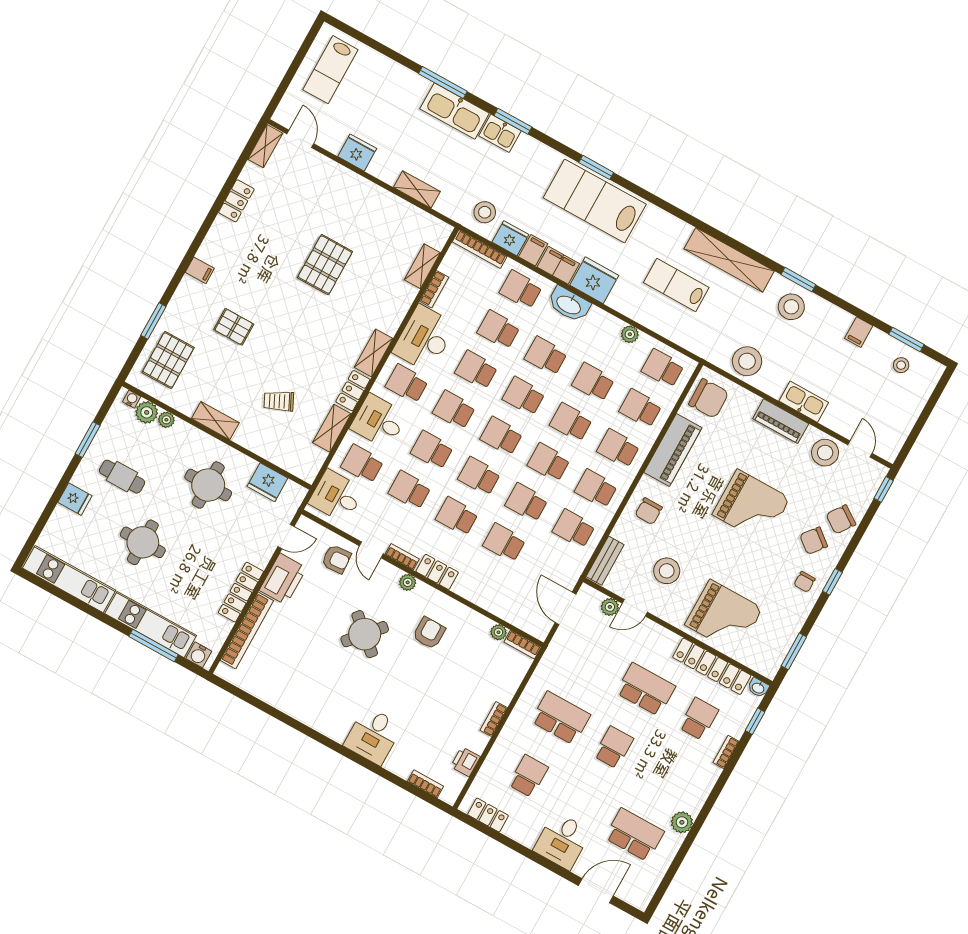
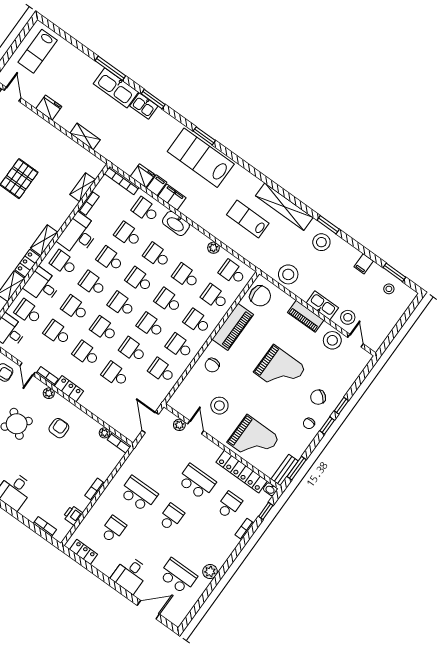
stool: (485, 212) -> (348, 317), moved
fridge: (594, 280) -> (194, 210), removed
window: (884, 490) -> (341, 406), moved
chair: (841, 519) -> (338, 385), removed
bench: (605, 561) -> (285, 470), moved
door: (635, 608) -> (196, 427), swing flipped

